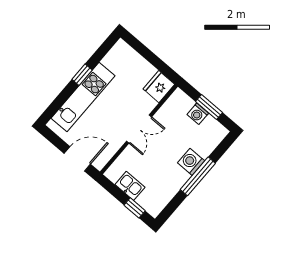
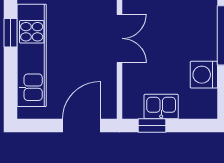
washing machine: (191, 162) -> (204, 75), moved
window: (135, 208) -> (152, 126), moved

